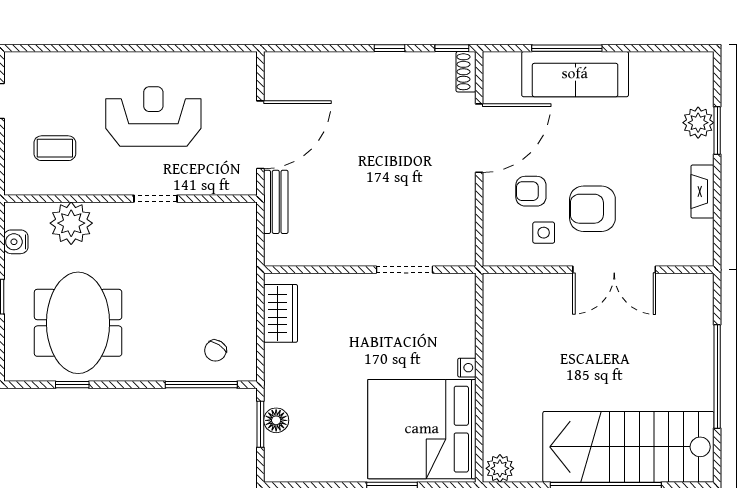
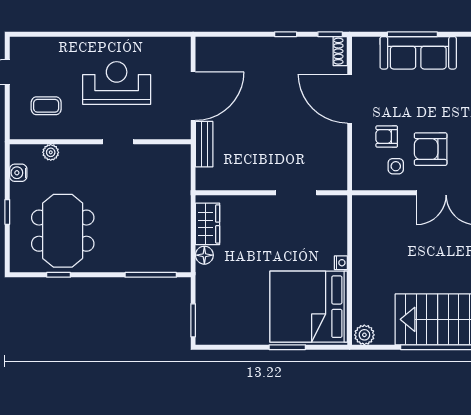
door: (479, 138) -> (350, 99), swing flipped
plant: (71, 223) -> (51, 152), width x0.53, depth x0.53
chair: (215, 351) -> (161, 251), removed
floor lamp: (276, 420) -> (204, 255), moved
window: (260, 424) -> (193, 320), moved

